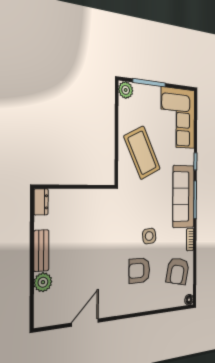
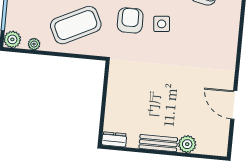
plant: (123, 112) -> (34, 44), added
armchair: (139, 271) -> (130, 20), moved, turned 180

